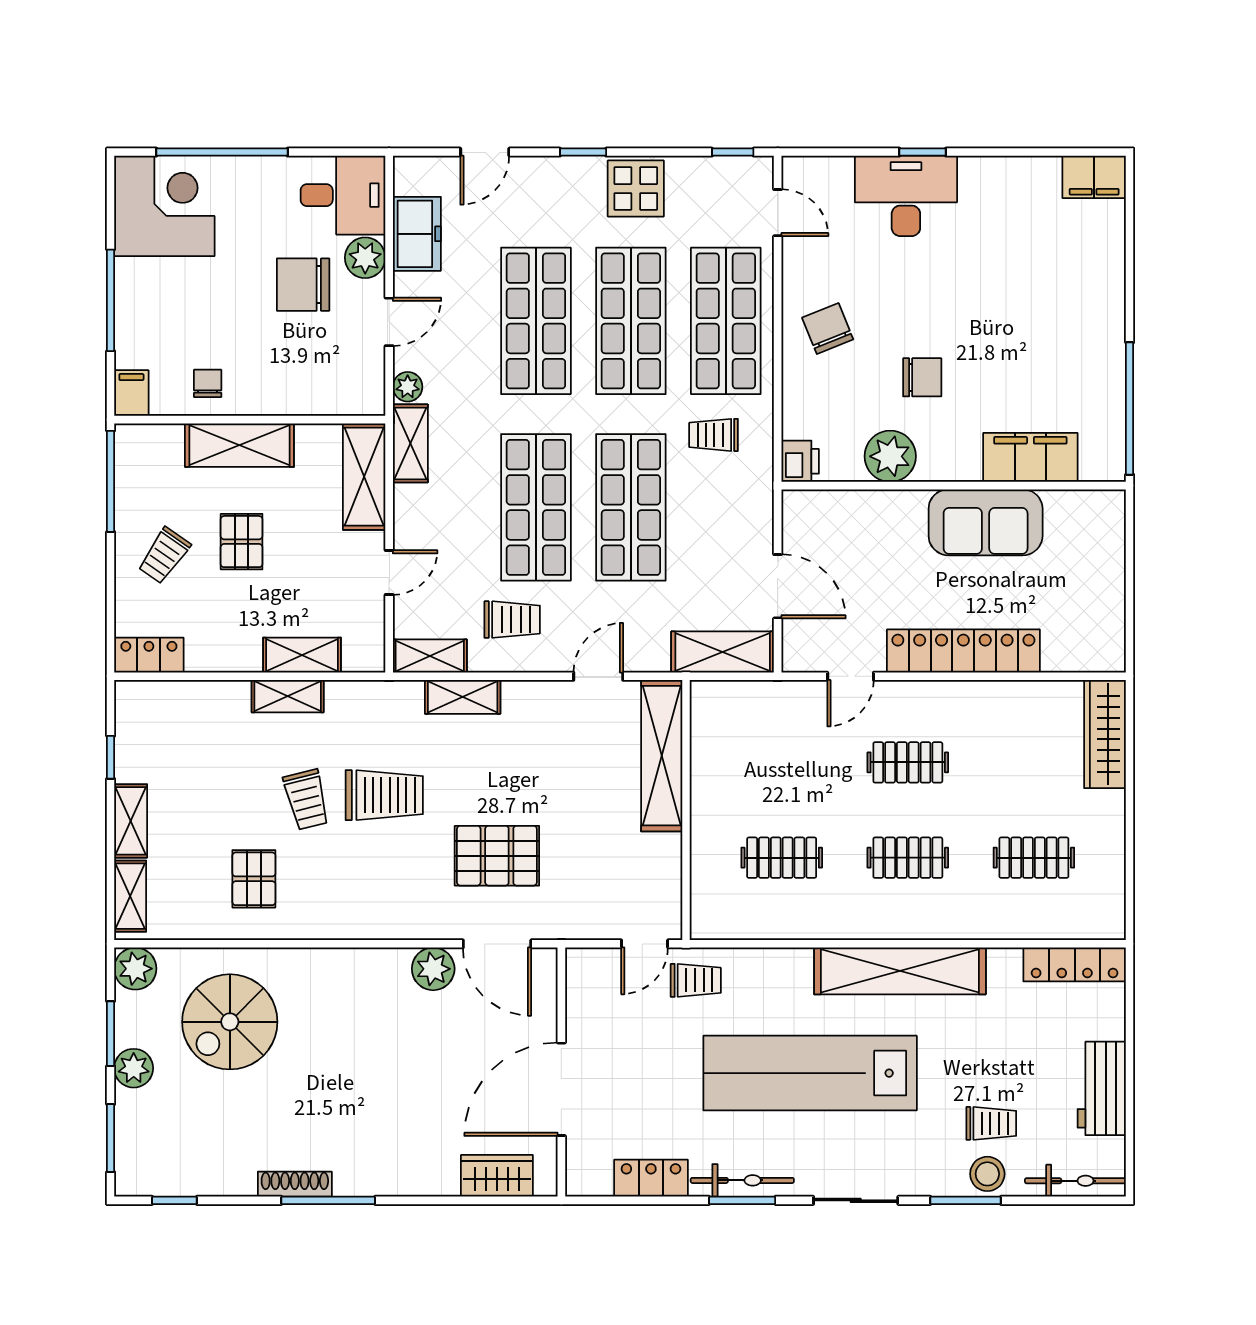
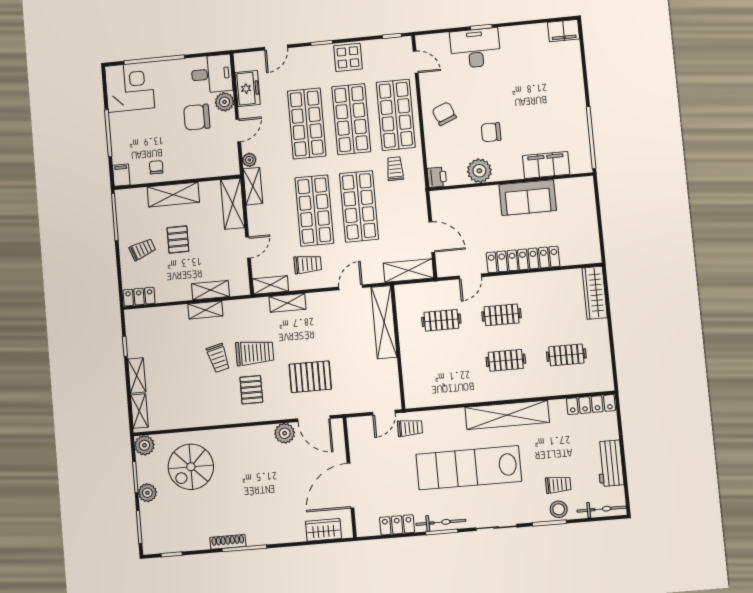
chair: (922, 377) -> (491, 132), turned 180
trolley: (714, 435) -> (395, 169), turned 90
trolley: (164, 556) -> (142, 249), turned -145
clothes rail: (782, 858) -> (441, 320), moved
pallet: (254, 879) -> (251, 390), moved

